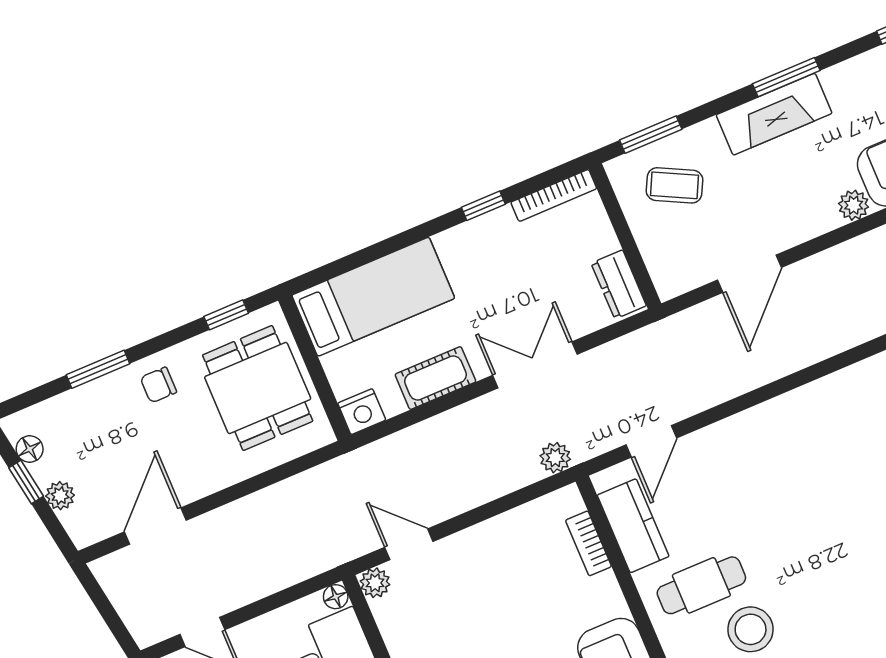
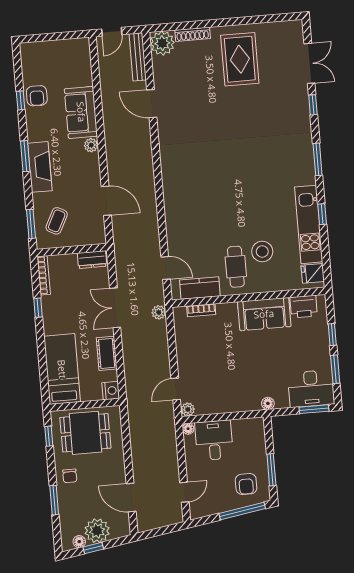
plant: (60, 496) -> (97, 531), width x1.88, depth x1.88

